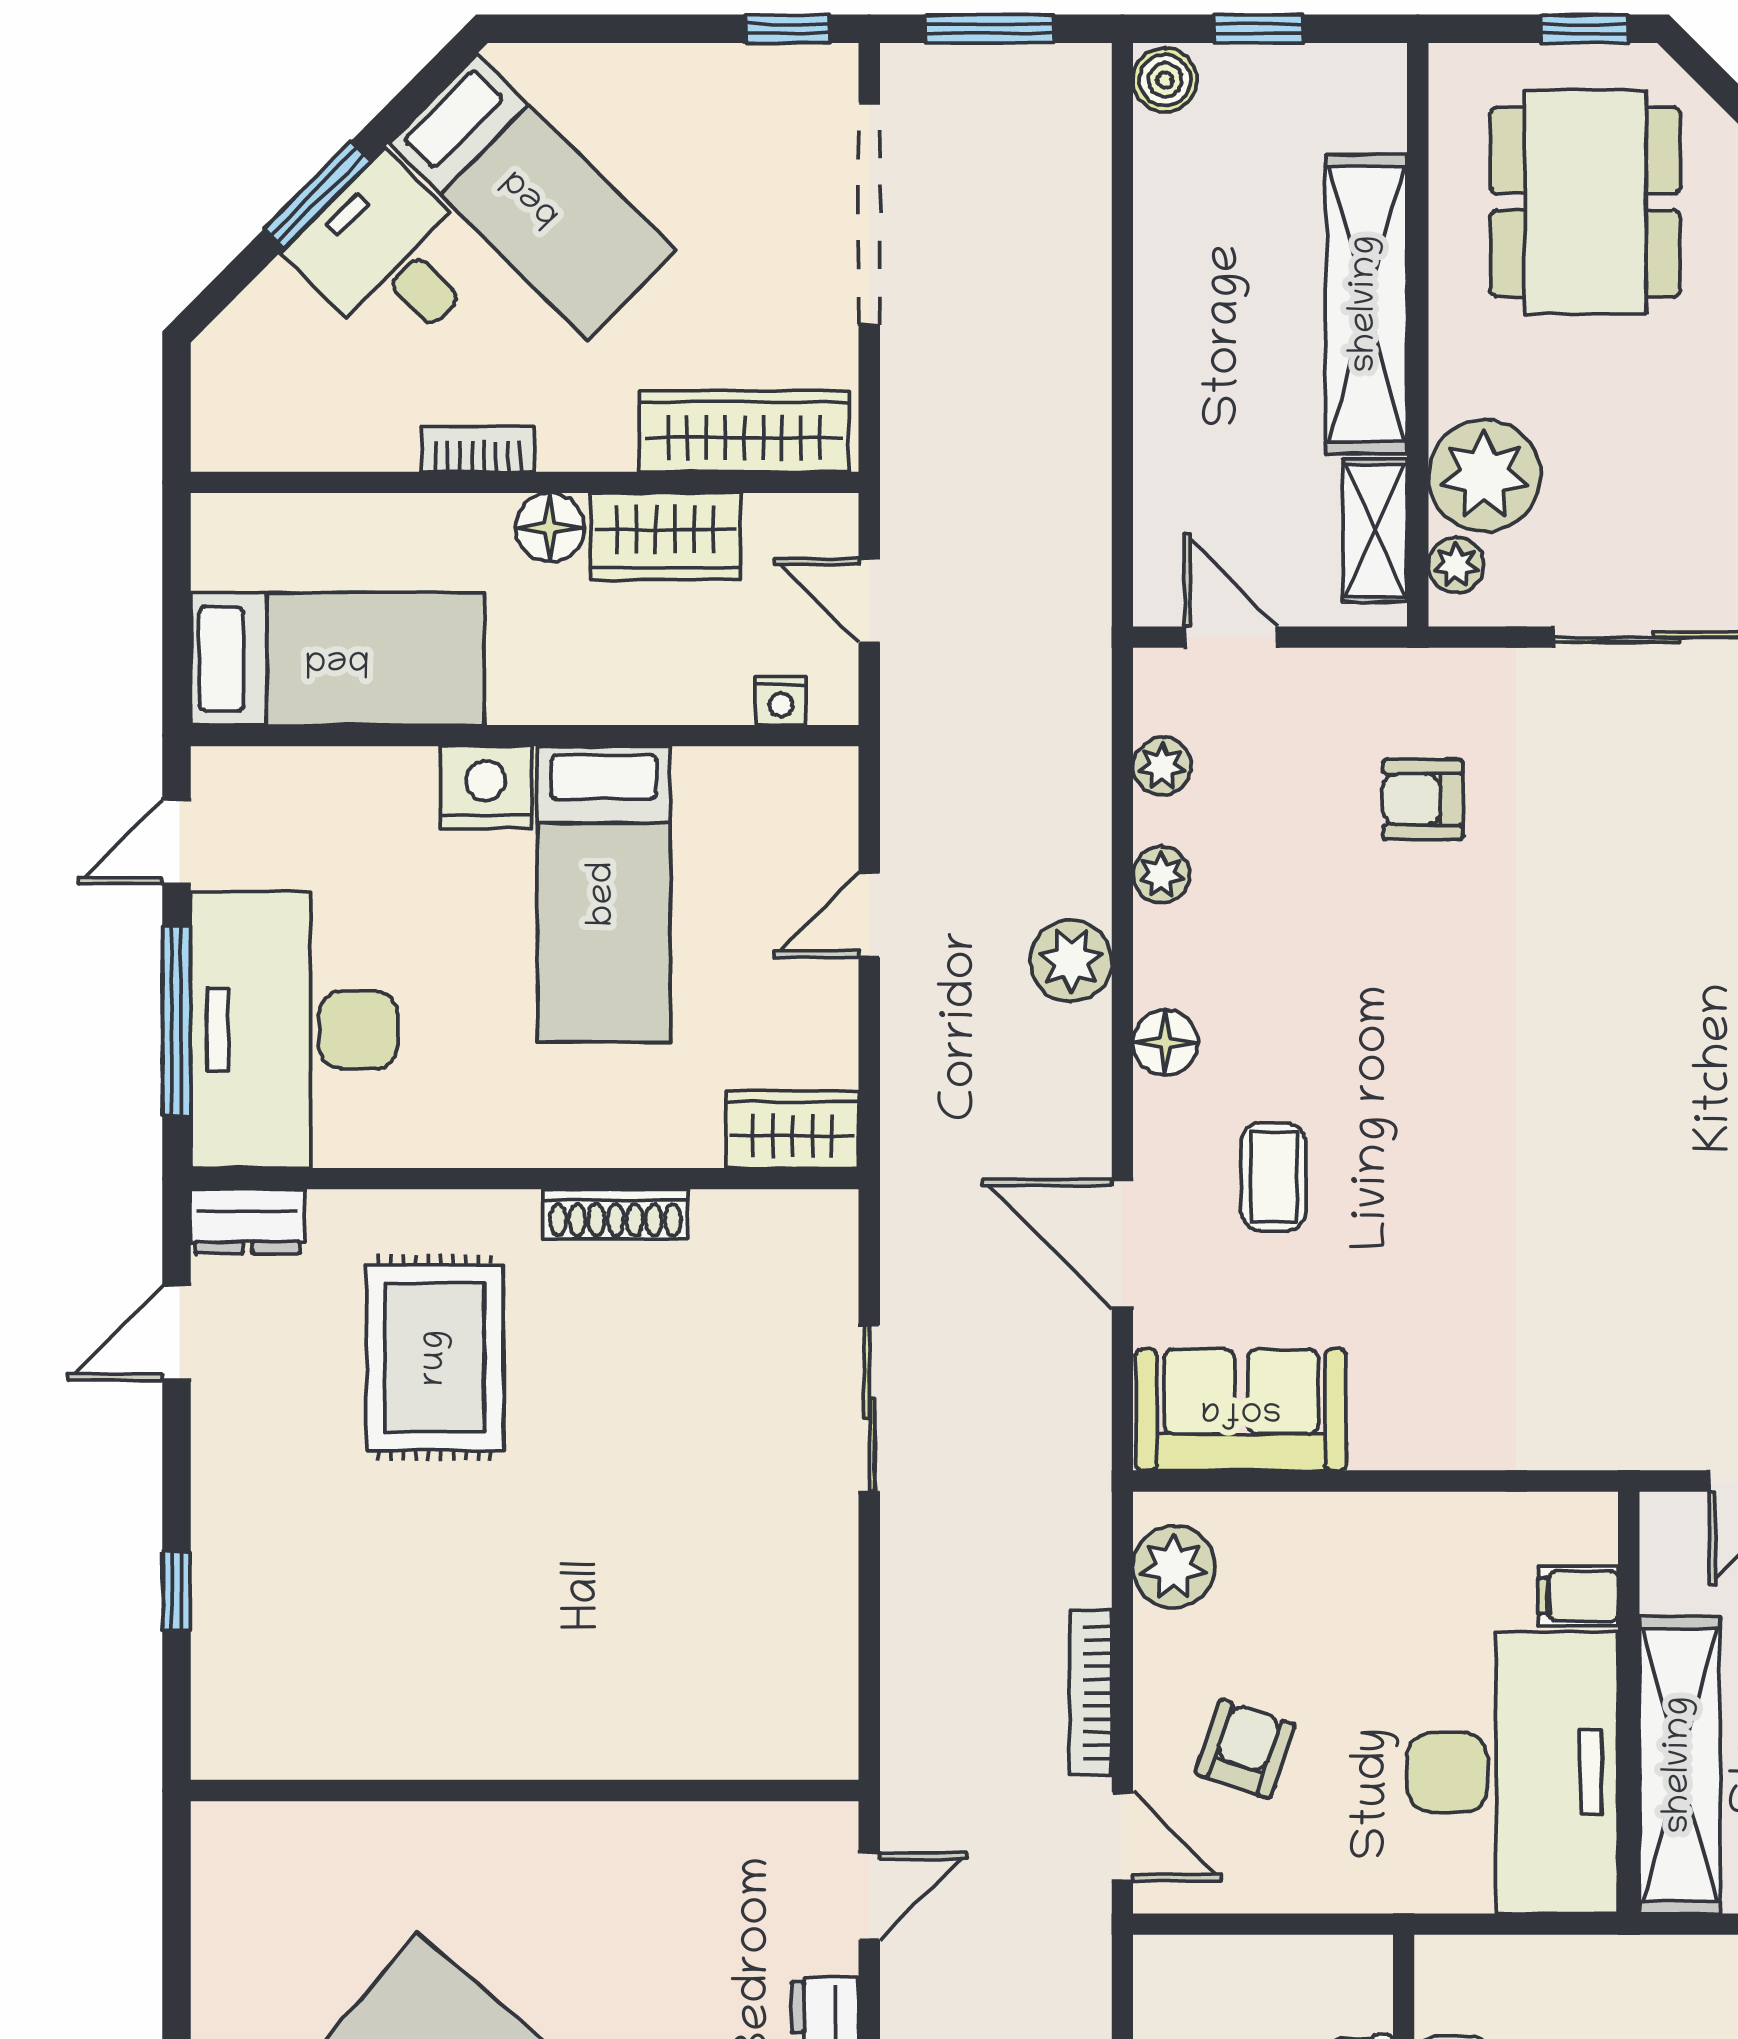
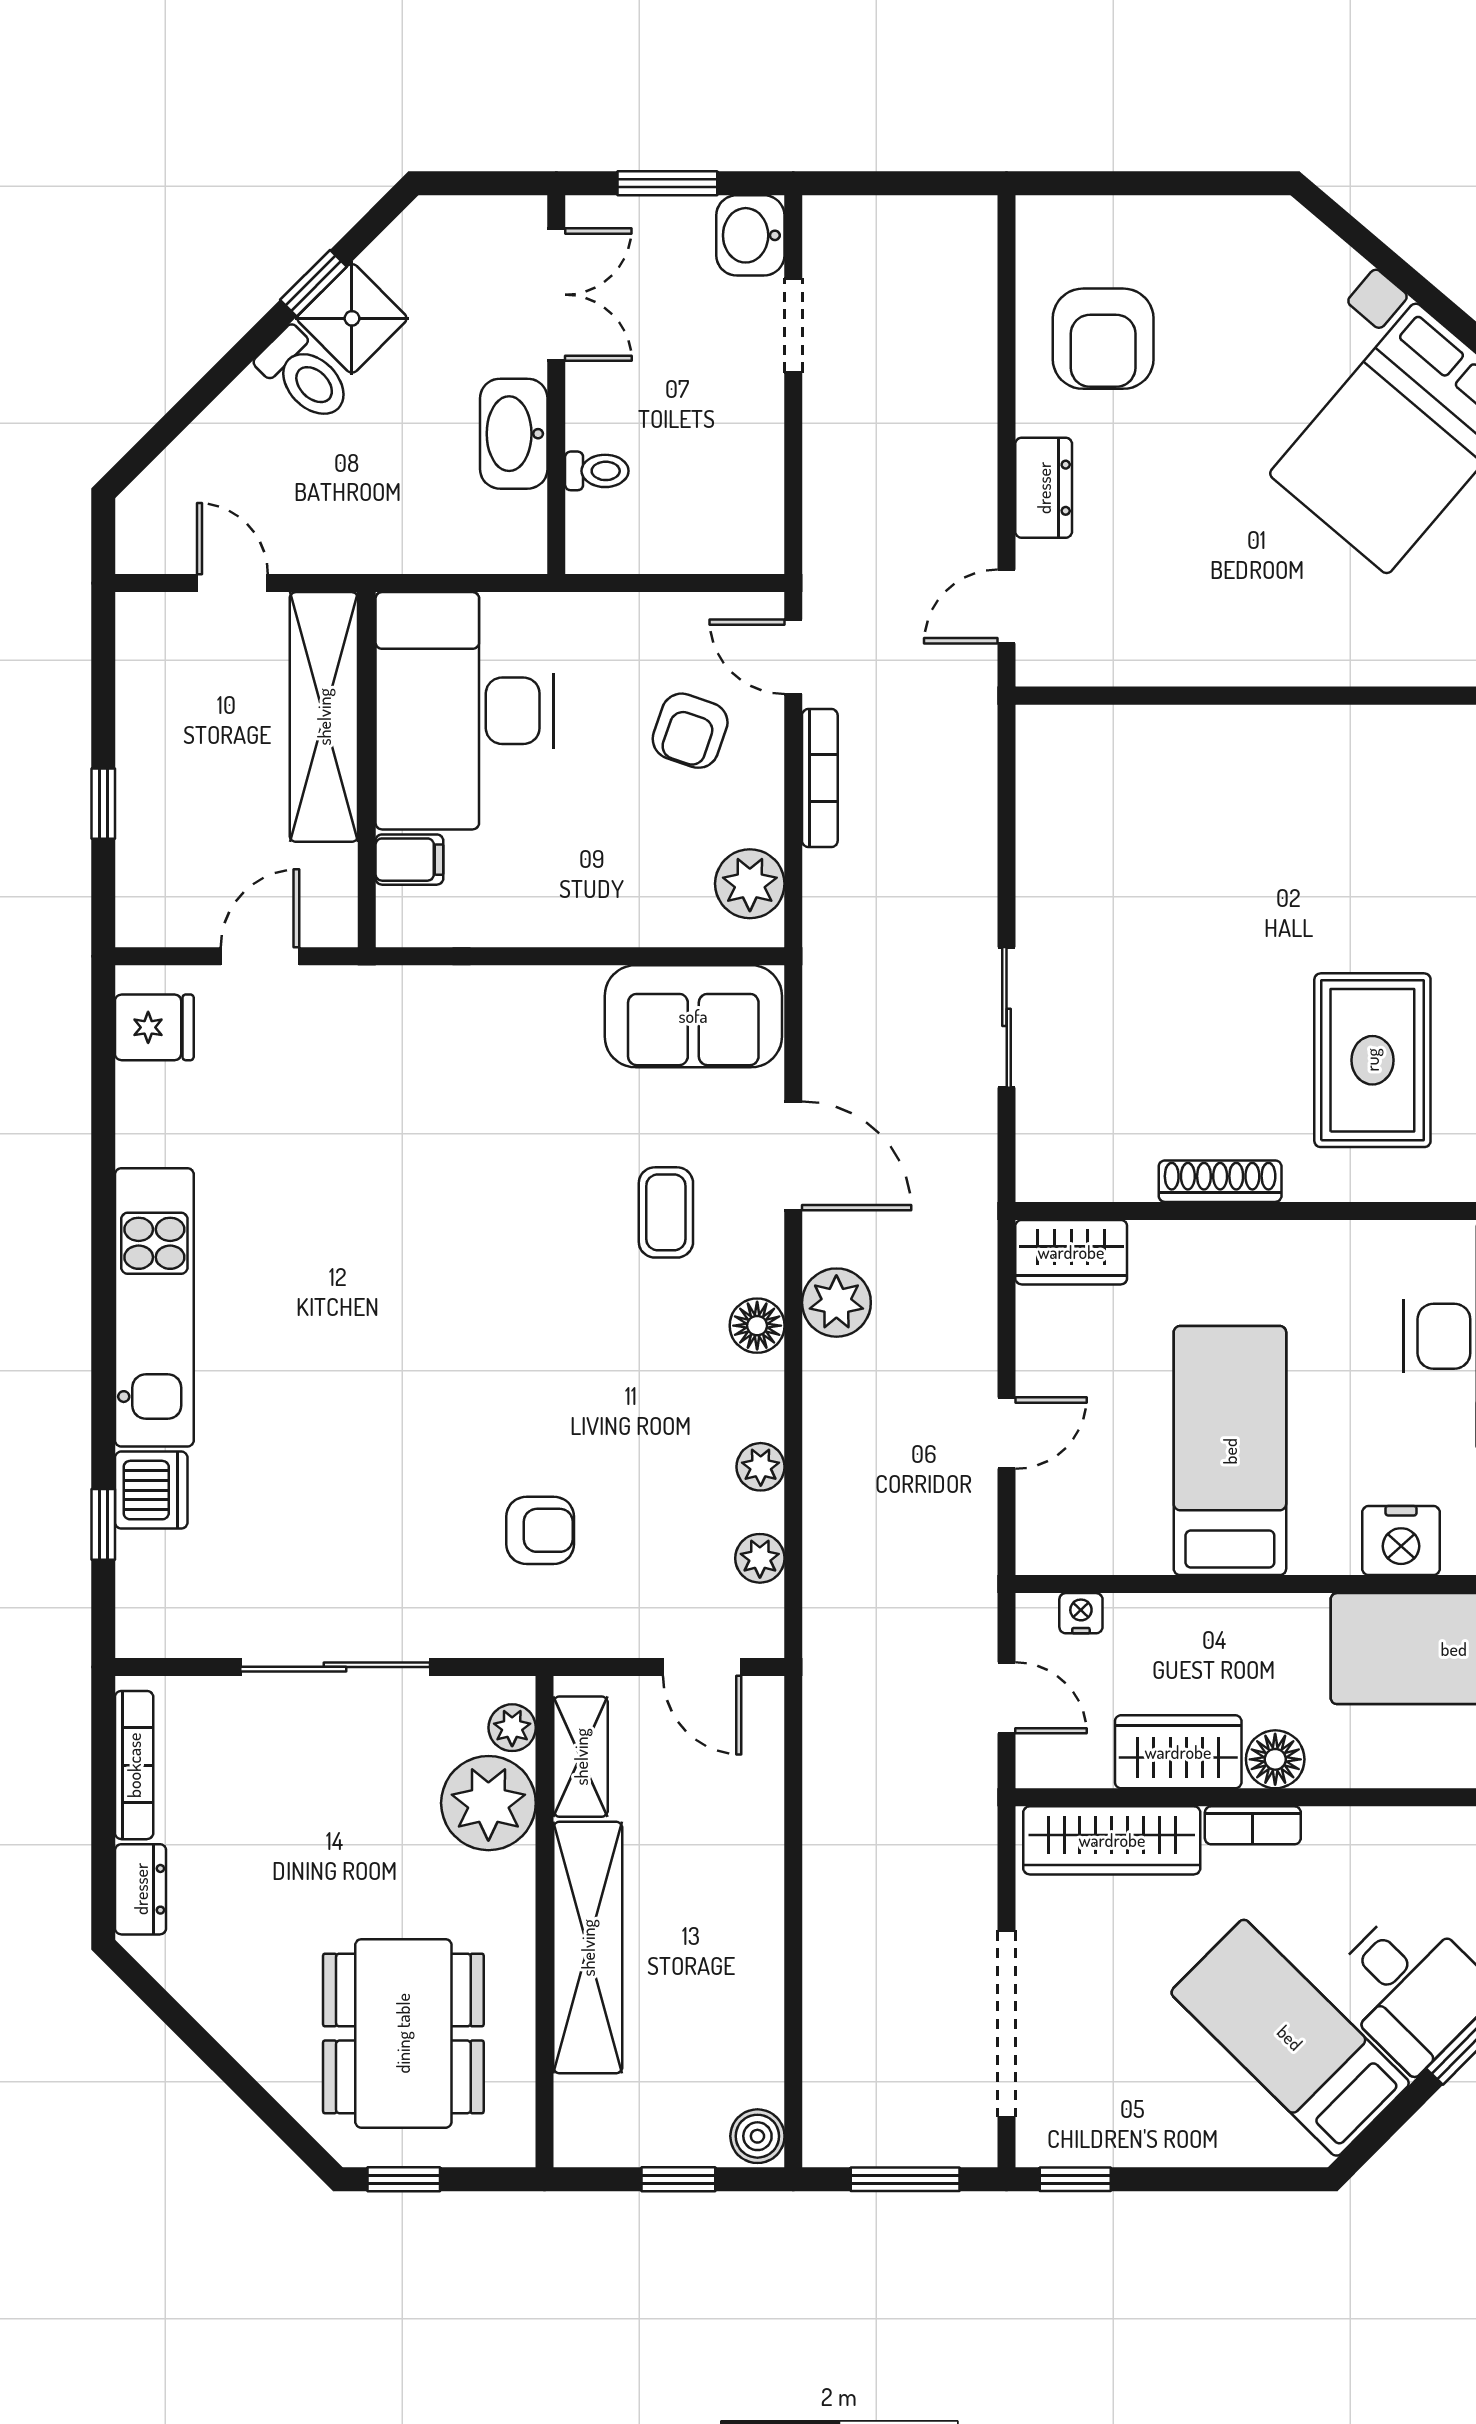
bookcase: (478, 449) -> (1253, 1825), moved
nightstand: (486, 787) -> (1401, 1541), moved
plant: (1071, 961) -> (836, 1303), moved

